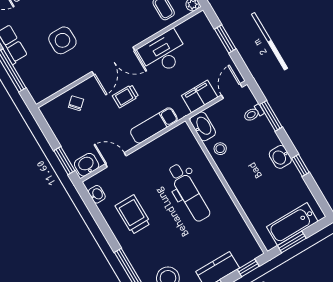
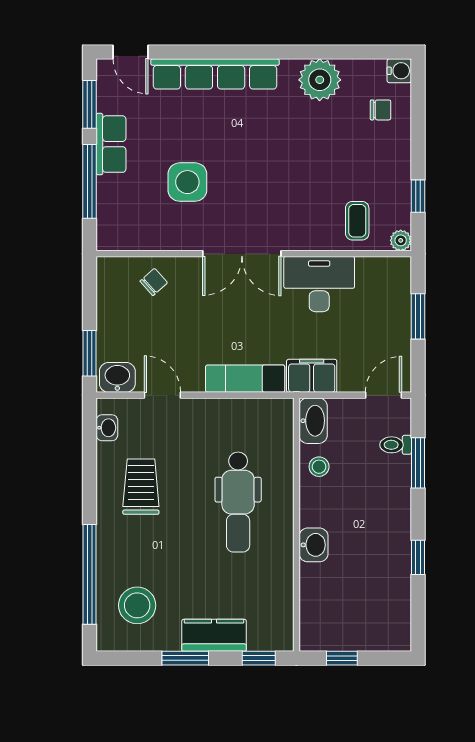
trolley: (126, 96) -> (230, 314), removed
filing cabinet: (200, 96) -> (312, 376), moved
washbasin: (280, 157) -> (314, 545), moved, turned 180
bathtub: (292, 224) -> (357, 633), removed
window: (292, 242) -> (342, 658), width x0.67

